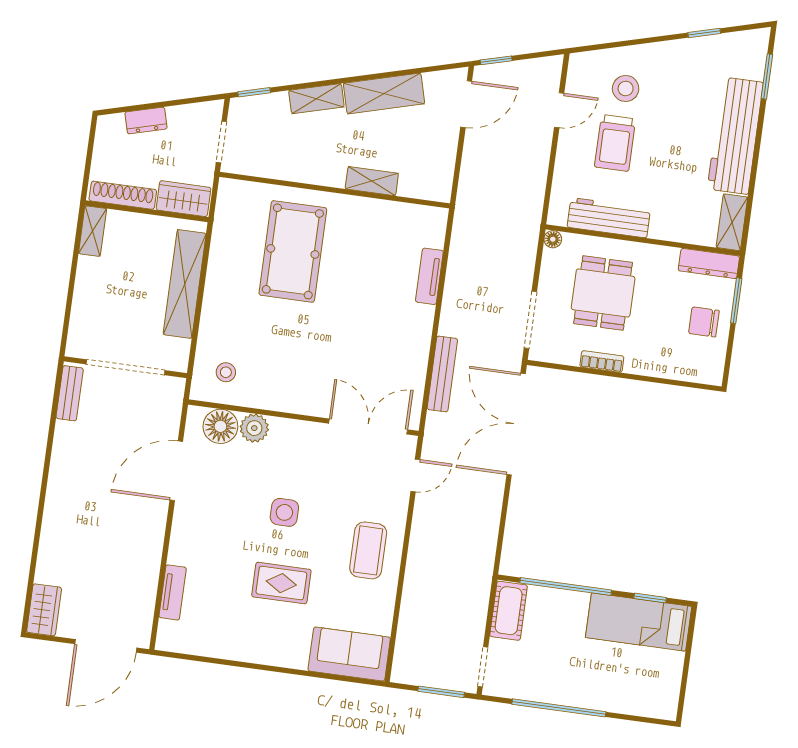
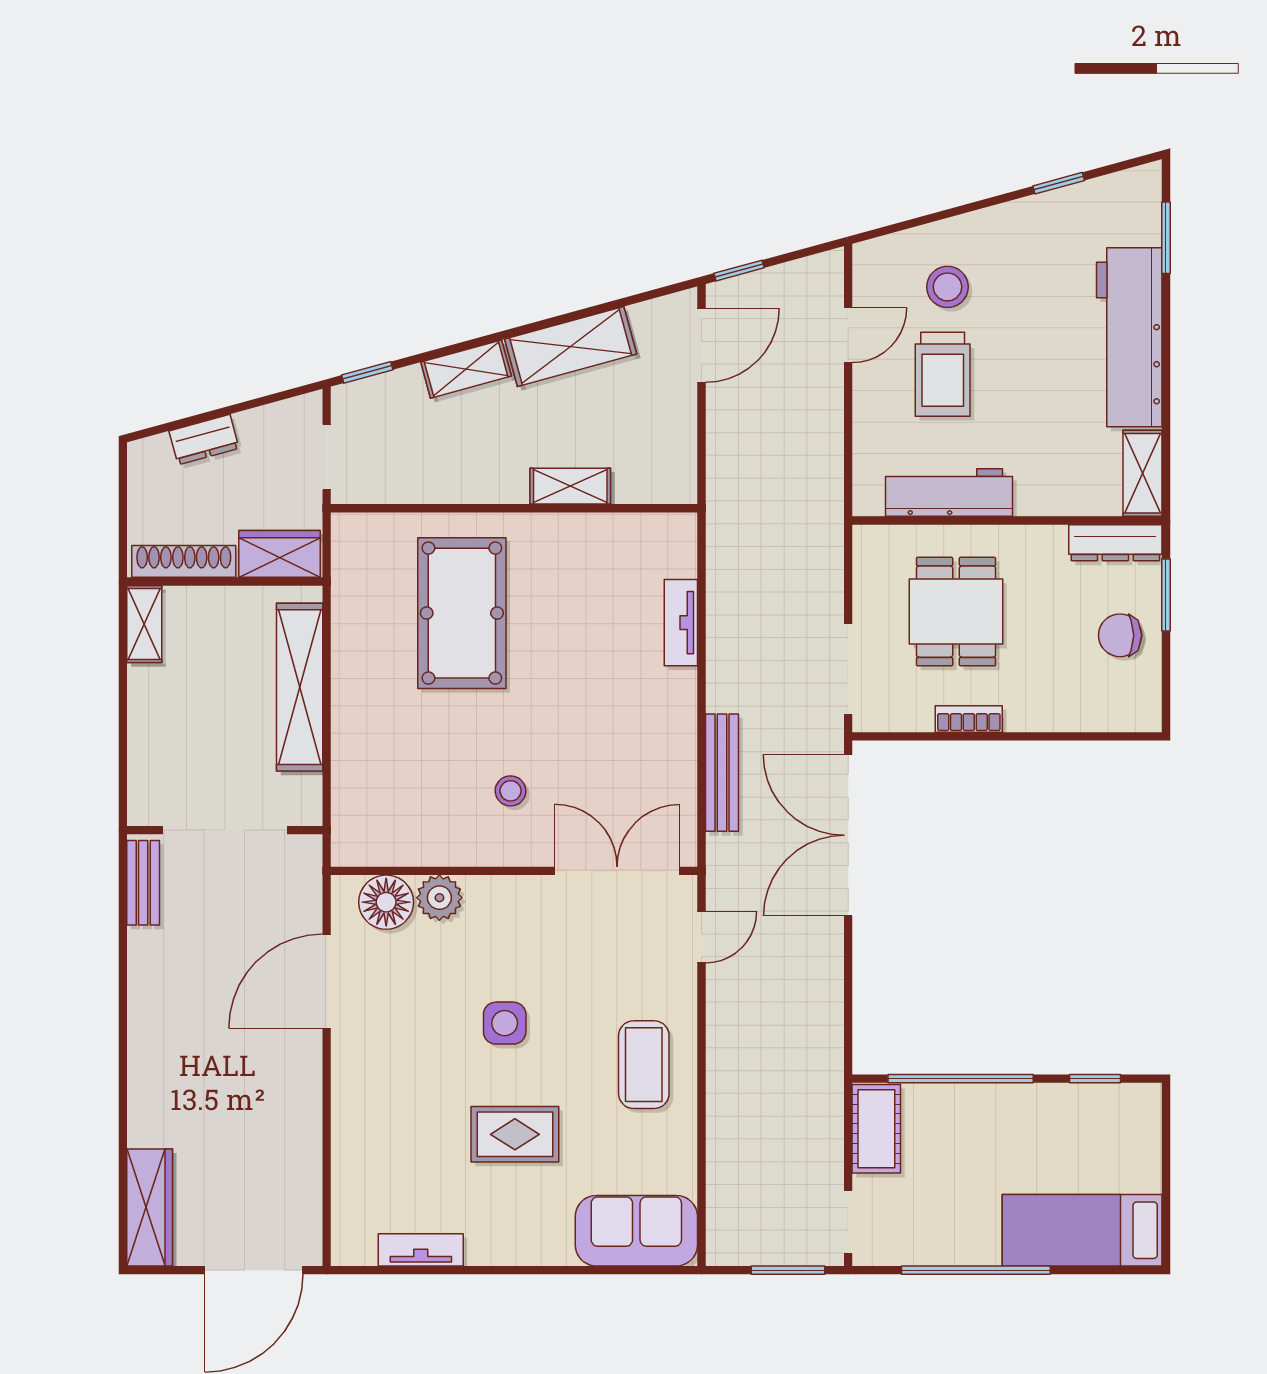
floor lamp: (553, 239) -> (866, 538), removed
stool: (226, 372) -> (511, 791), moved
tv unit: (173, 592) -> (421, 1250), moved, turned -90
wardrobe: (44, 610) -> (150, 1208), width x1.50
bed: (639, 622) -> (1082, 1230), moved

